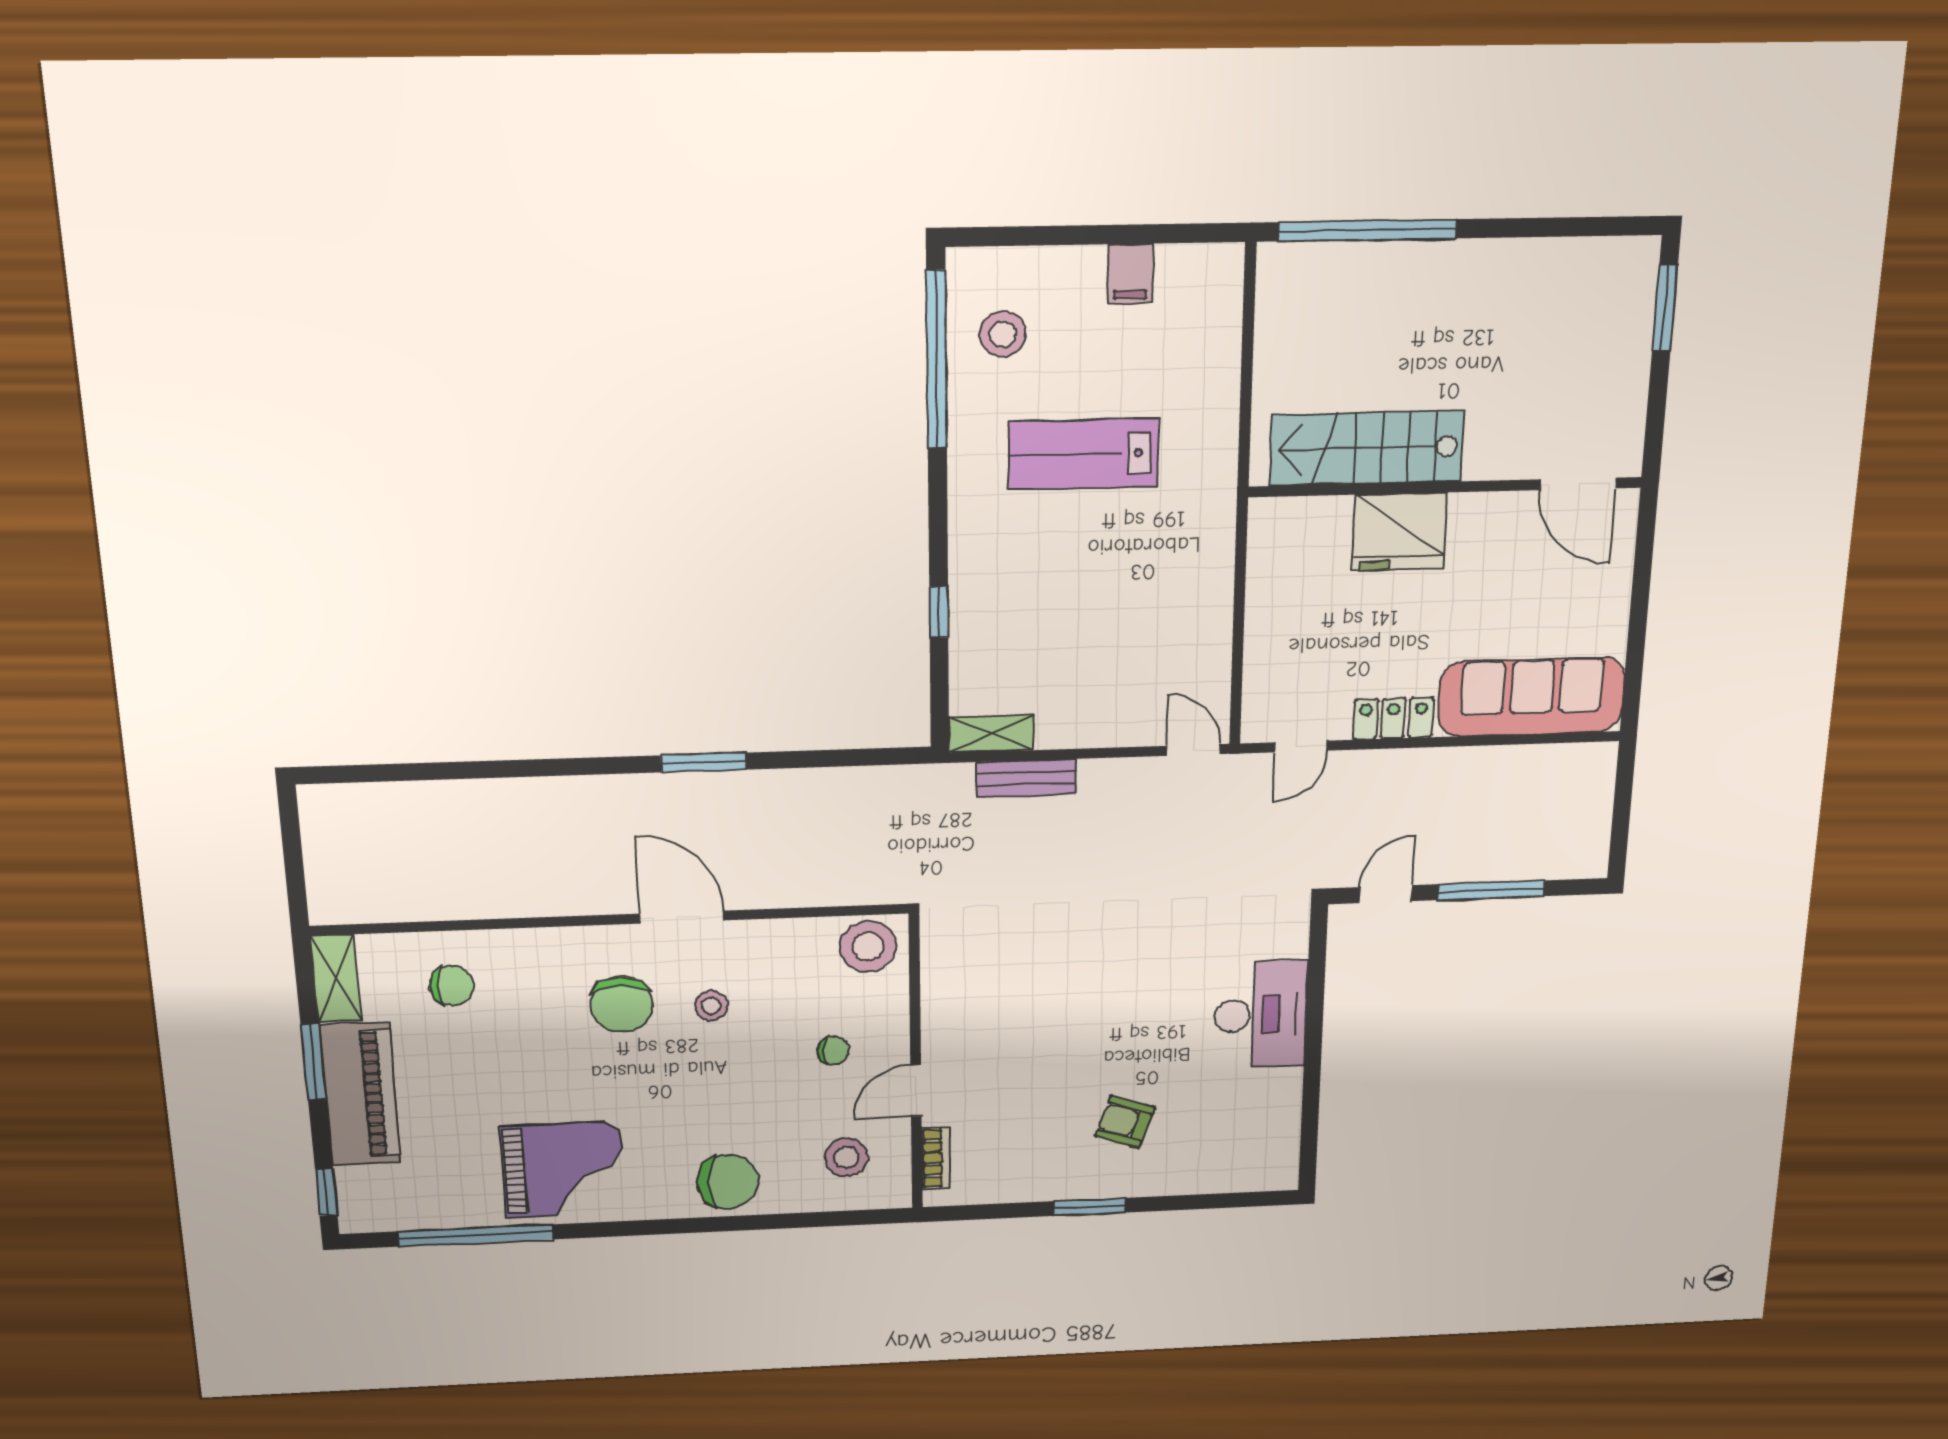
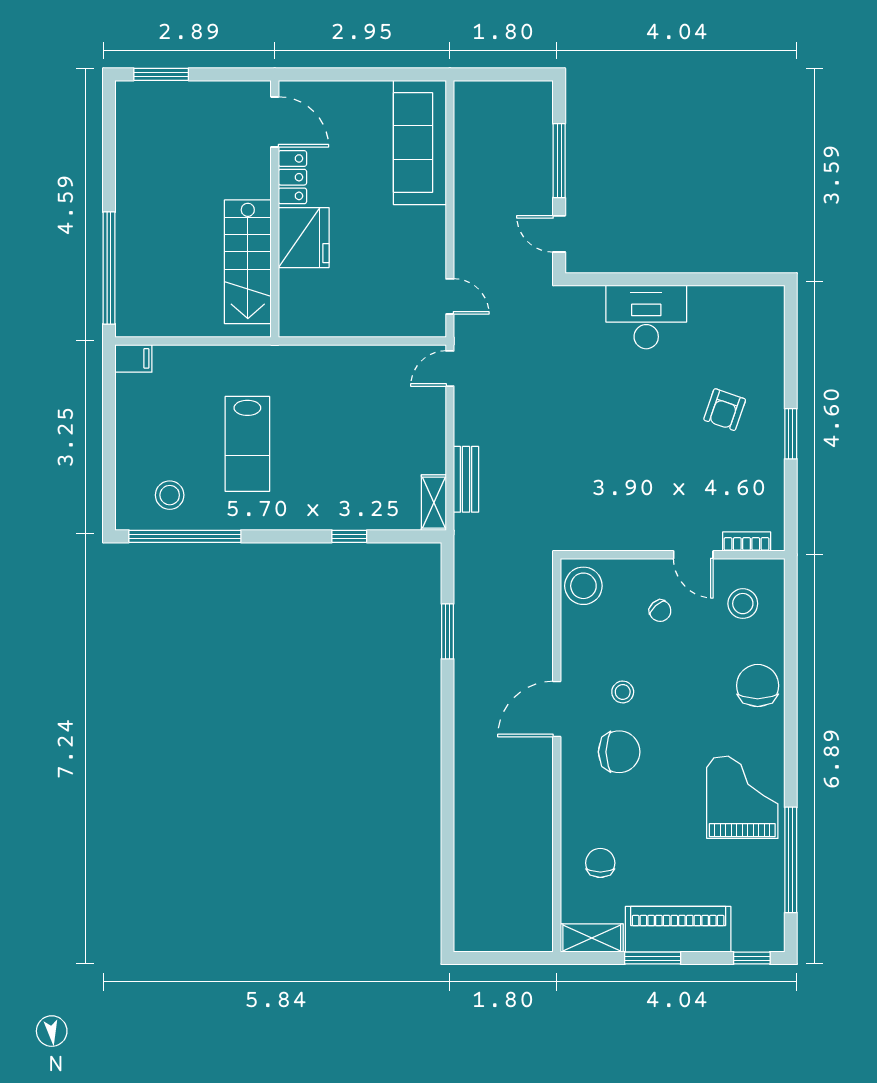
filing cabinet: (1130, 274) -> (133, 358), moved
door: (1578, 484) -> (275, 122), hinge flipped
locker: (1393, 718) -> (292, 177), moved, turned 180
window: (704, 762) -> (448, 631), moved
chair: (833, 1050) -> (660, 611), turned 138

